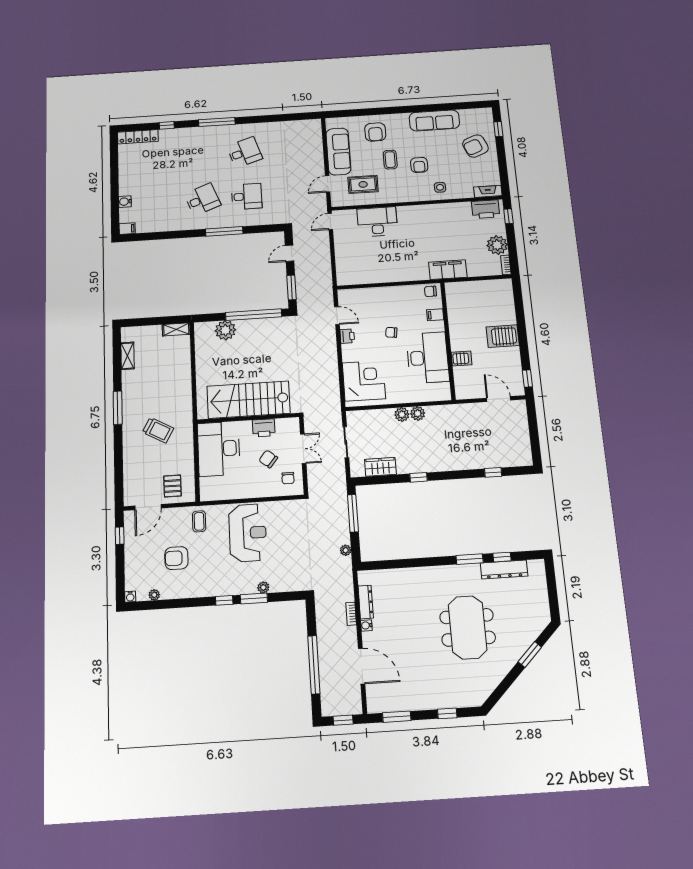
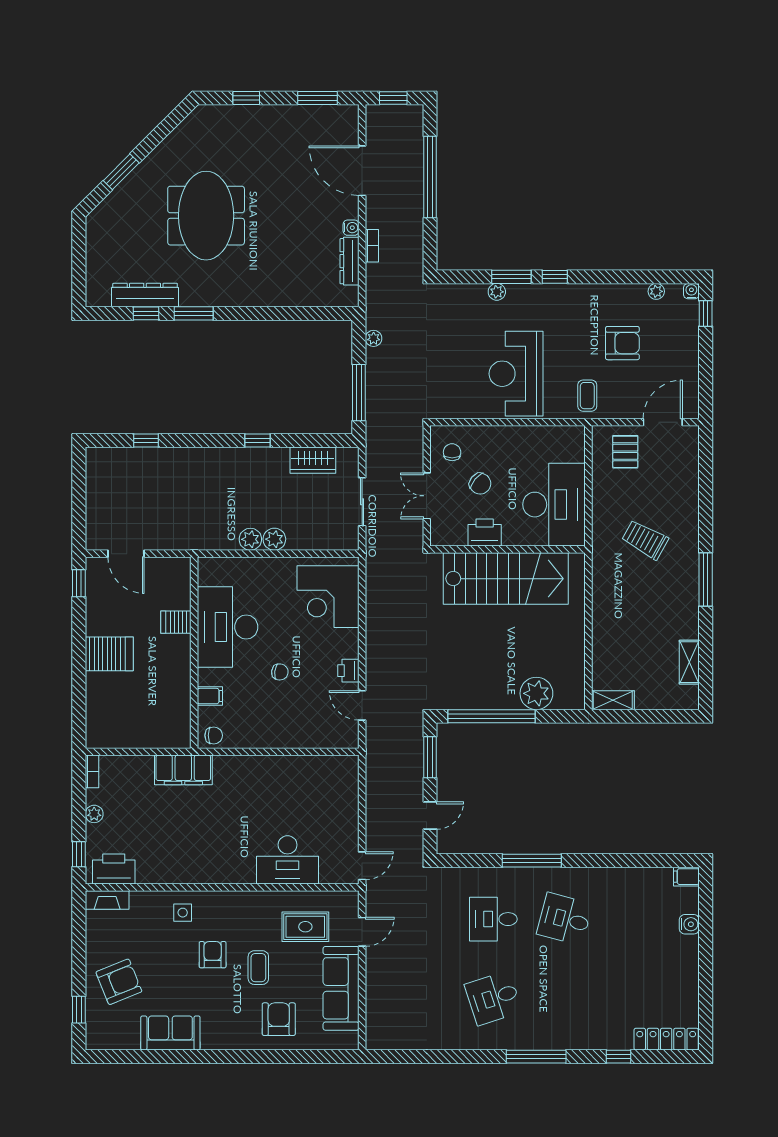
sofa: (434, 120) -> (170, 1033), width x0.73
desk: (202, 199) -> (565, 919), turned 36
plant: (497, 245) -> (94, 814), width x0.53, depth x0.53
window: (120, 536) -> (706, 313), moved

